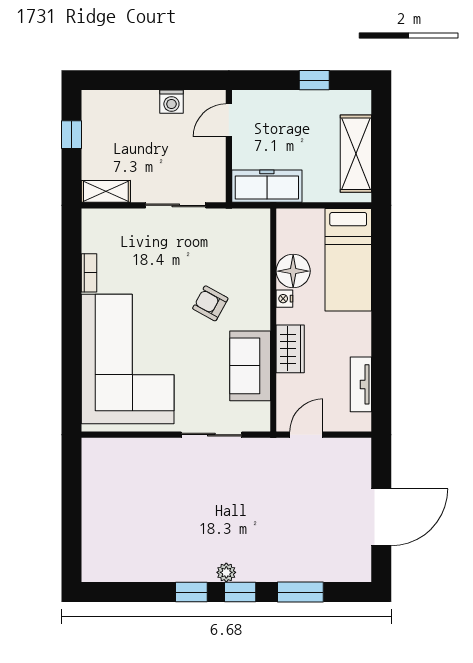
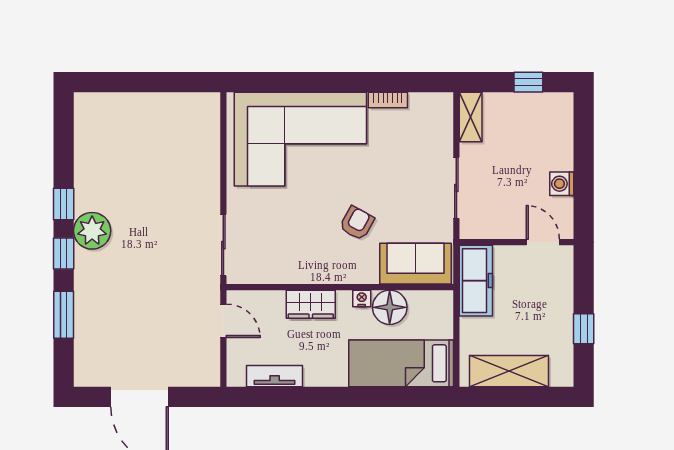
sofa: (250, 366) -> (416, 264), moved
sliding door: (211, 435) -> (223, 245), moved
plant: (226, 572) -> (92, 231), width x1.87, depth x1.87

